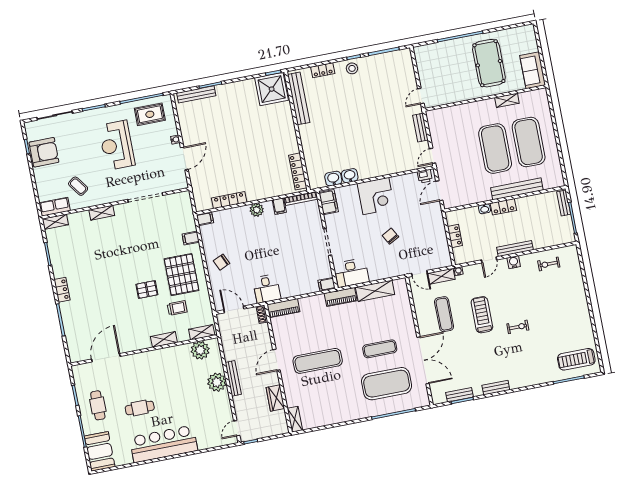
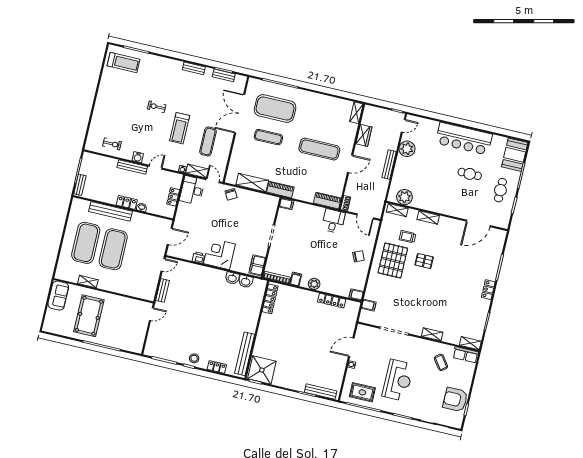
printer: (425, 176) -> (198, 257), moved
chair: (390, 236) -> (231, 194), moved
filing cabinet: (191, 238) -> (369, 305), moved
desk: (351, 273) -> (192, 190), moved, turned -90
plant: (217, 382) -> (407, 149), moved

